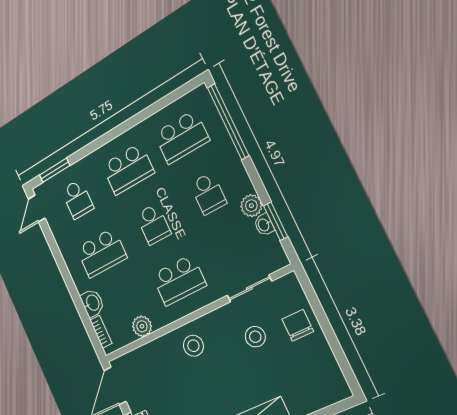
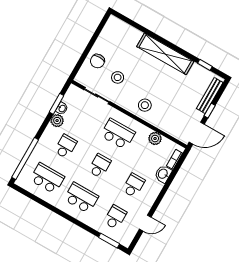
door: (37, 209) -> (145, 223), moved
school desk: (102, 253) -> (134, 185), width x0.54

